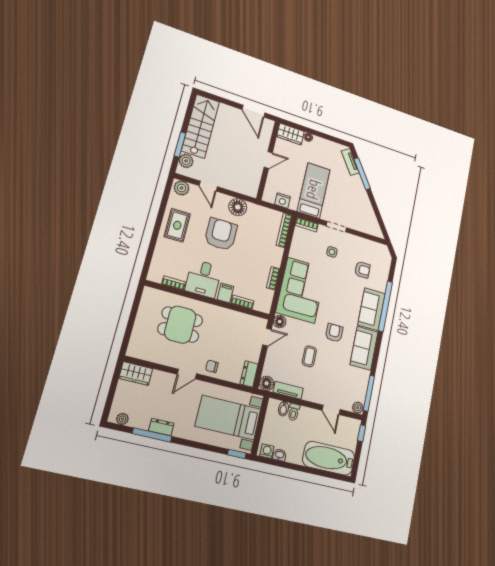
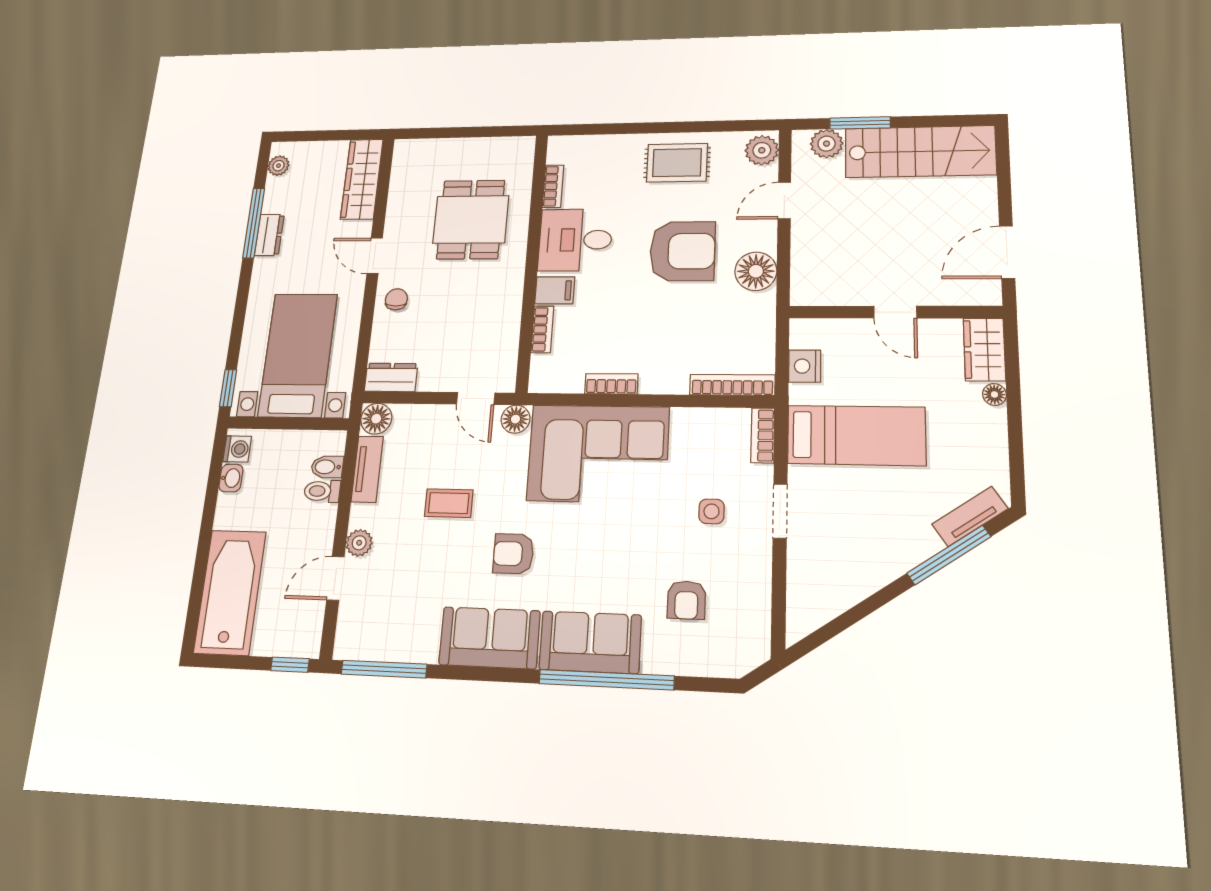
armchair: (334, 333) -> (513, 554), turned 180
wardrobe: (136, 374) -> (362, 179), width x1.50
plant: (358, 408) -> (359, 543), moved

